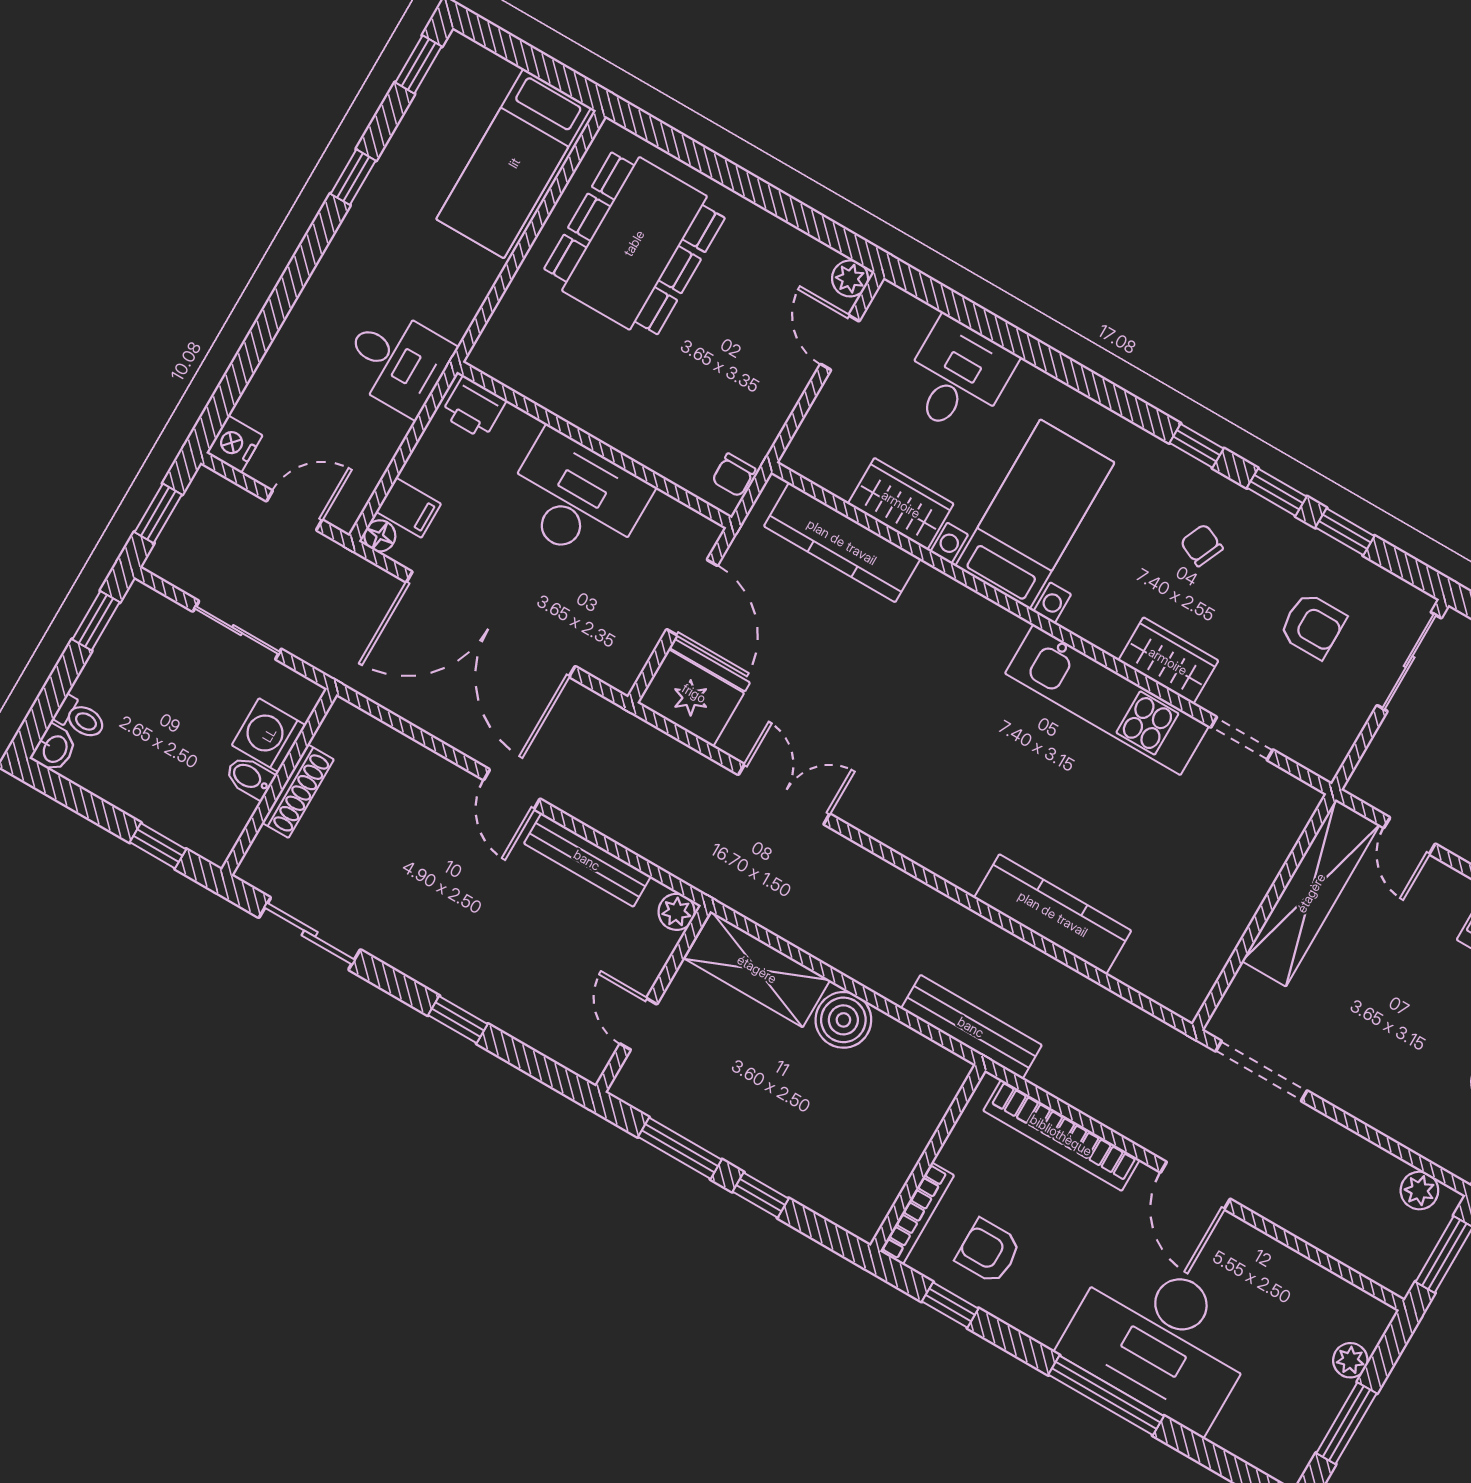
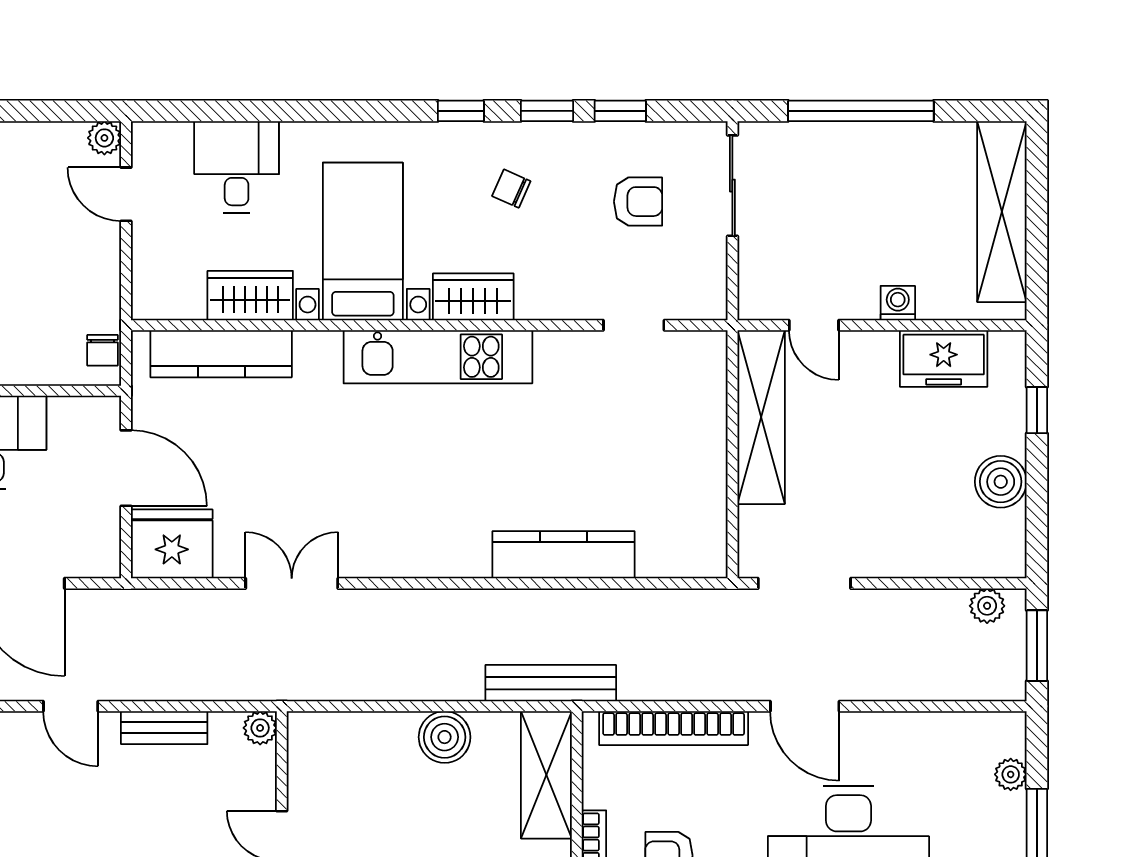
wardrobe: (1168, 661) -> (473, 297), moved
kitchen unit: (1107, 700) -> (438, 357), moved
bench: (587, 860) -> (164, 728), width x0.73
shelving: (757, 969) -> (546, 775), moved, turned 90

